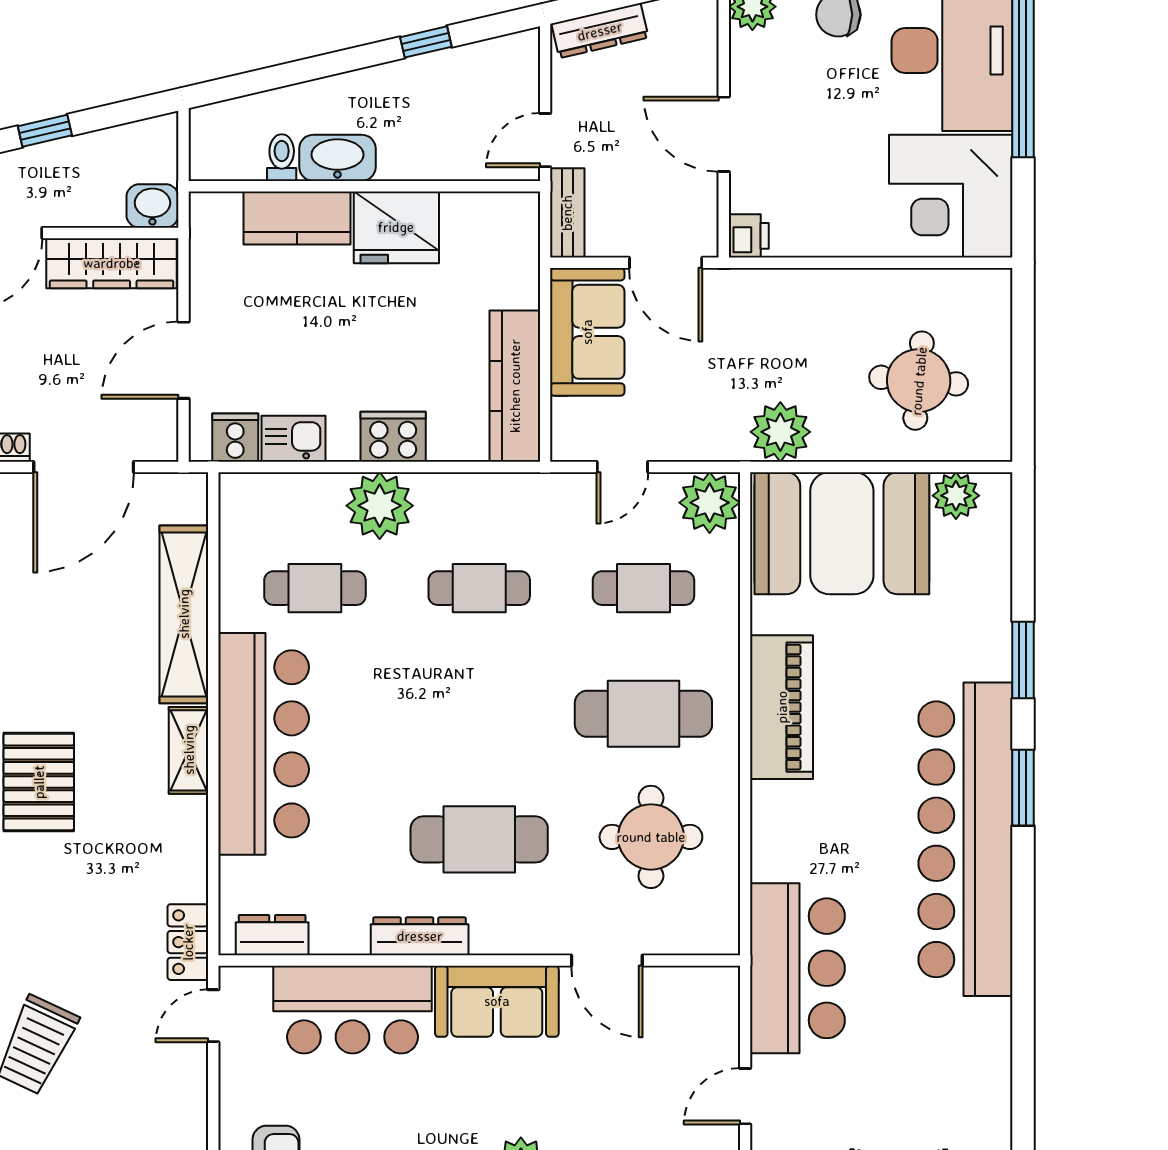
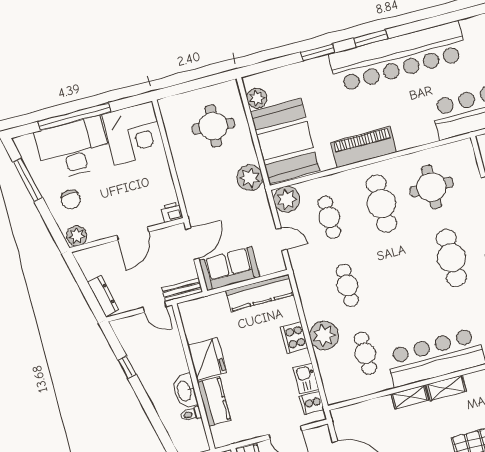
shelving: (184, 614) -> (410, 397), width x0.45, depth x0.75

